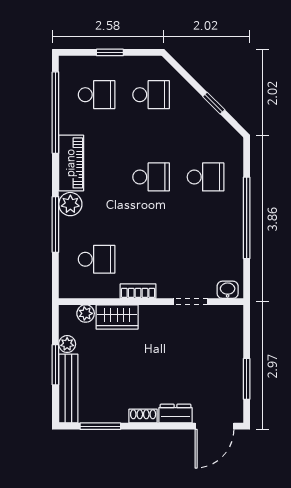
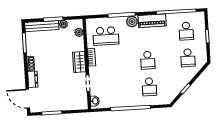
school desk: (97, 259) -> (106, 36), width x1.85
wardrobe: (117, 317) -> (79, 62), moved

